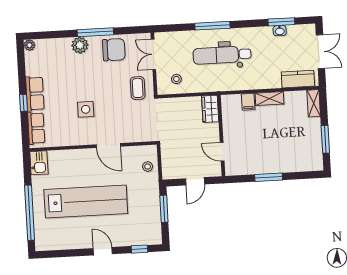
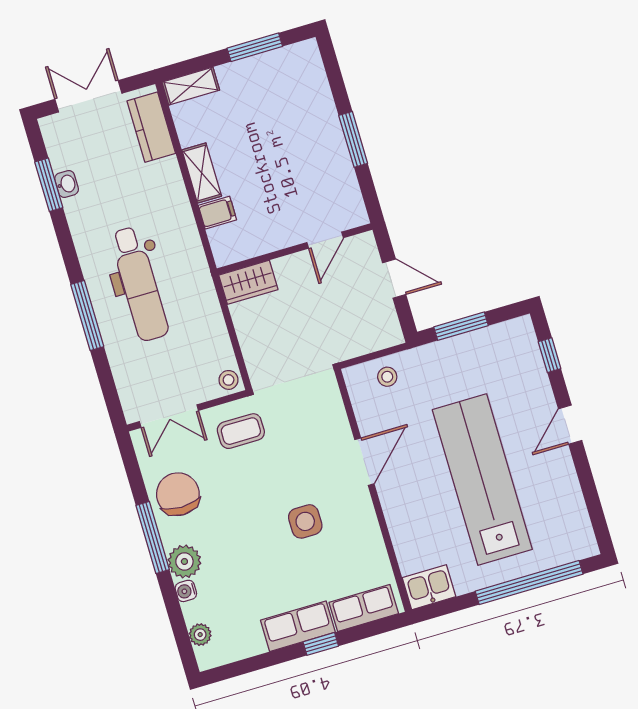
water cooler: (65, 42) -> (186, 591), added
plant: (29, 45) -> (200, 635), moved
stool: (176, 79) -> (229, 380), moved

